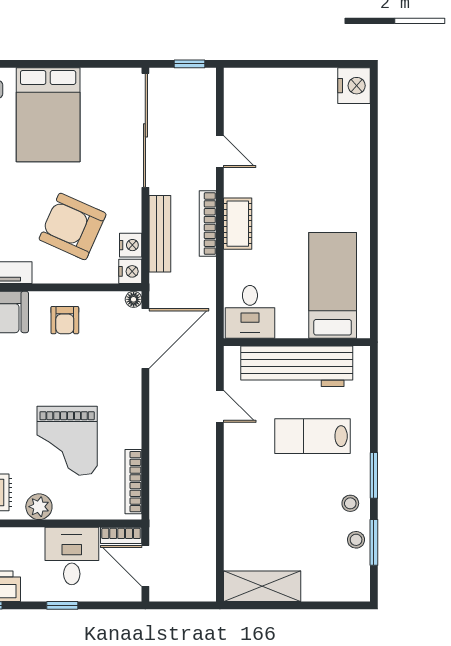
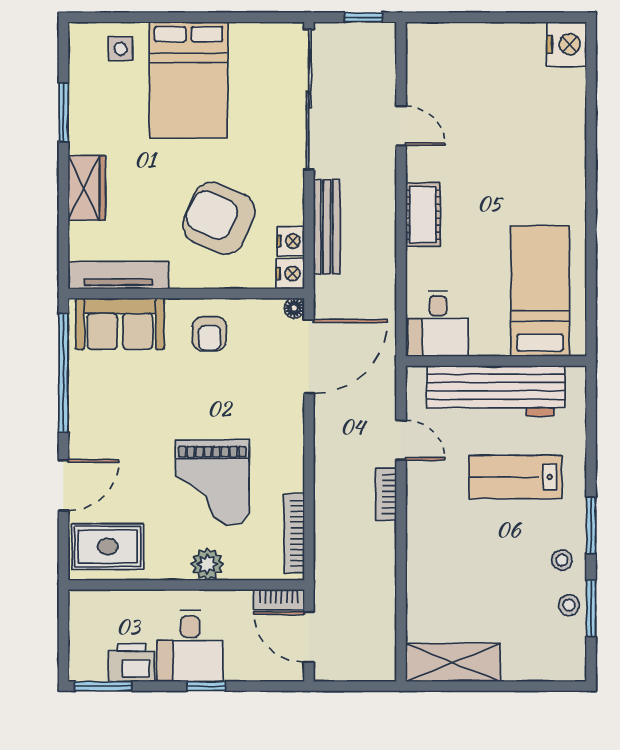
bookcase: (208, 224) -> (386, 494), moved, width x0.64
plant: (39, 507) -> (207, 564), moved
desk: (72, 556) -> (190, 646), moved, turned 180

